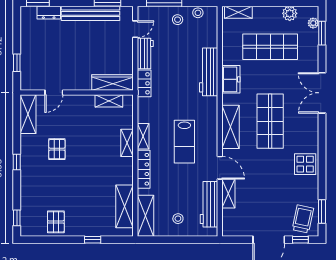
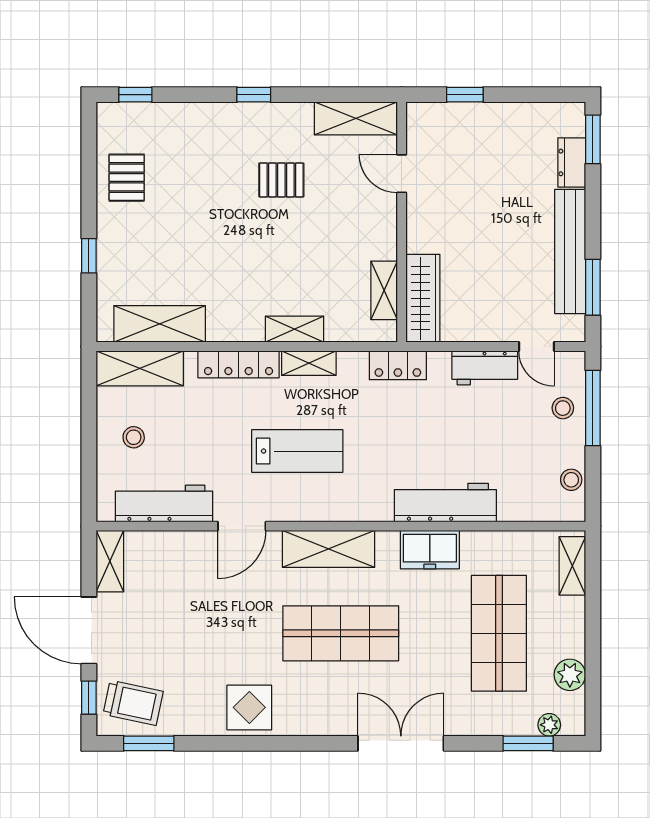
stool: (178, 20) -> (563, 408), moved
locker: (144, 83) -> (398, 365), moved
lab bench: (184, 142) -> (297, 451), turned 180
shelving: (228, 194) -> (110, 561), moved, turned 90
pallet: (56, 222) -> (127, 178), turned 90

